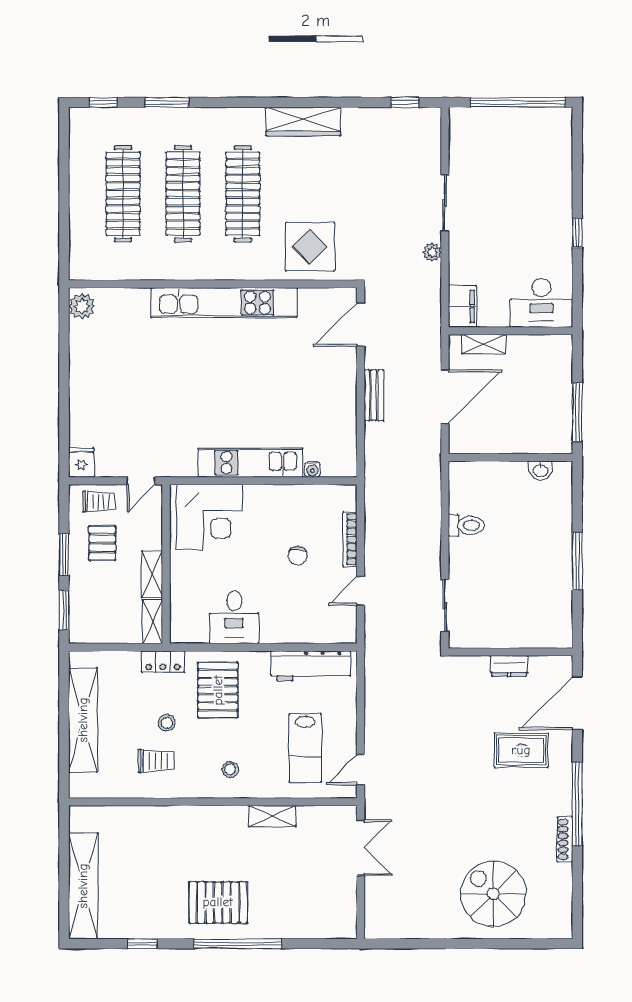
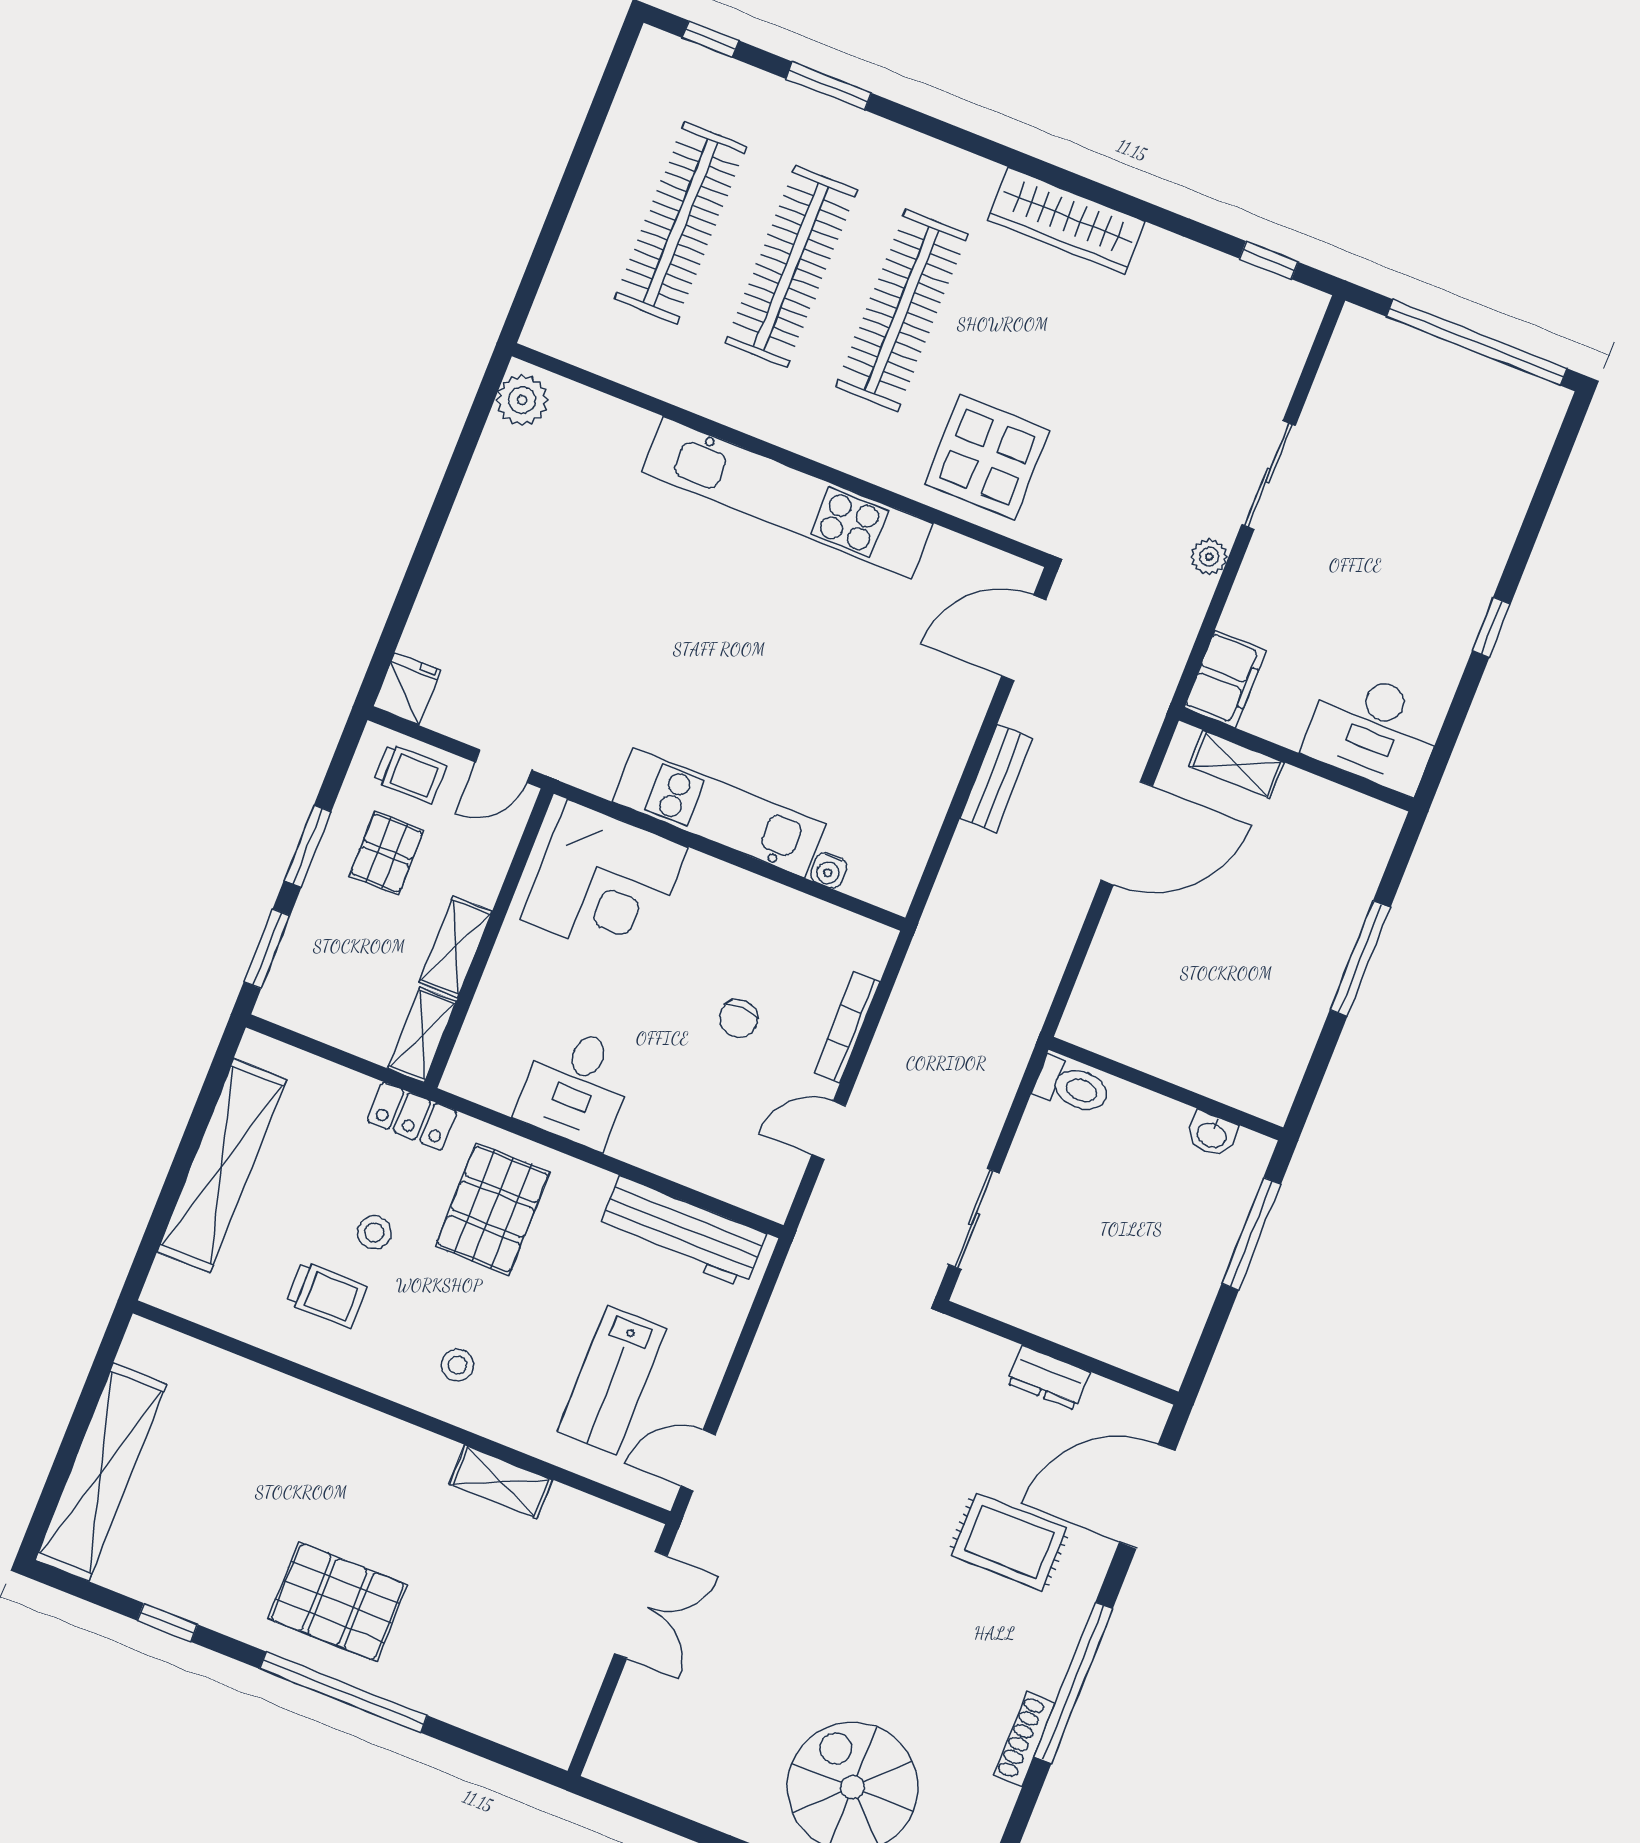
wall: (510, 457) -> (1166, 1089), moved
washbasin: (540, 470) -> (1212, 1134), moved

